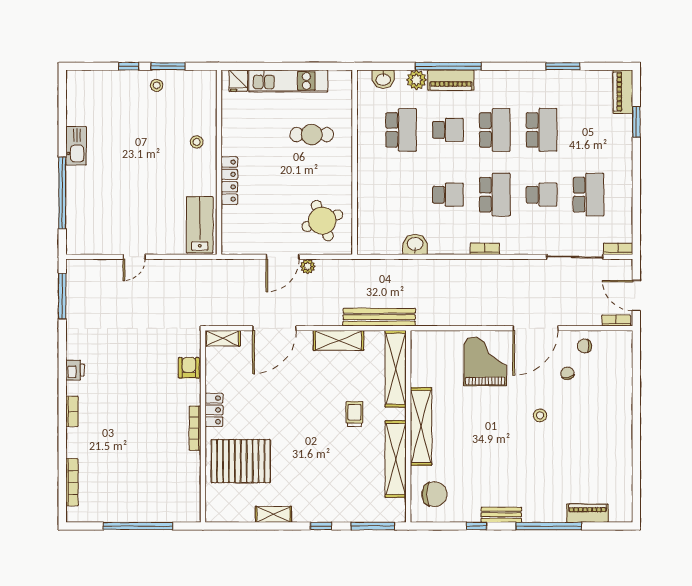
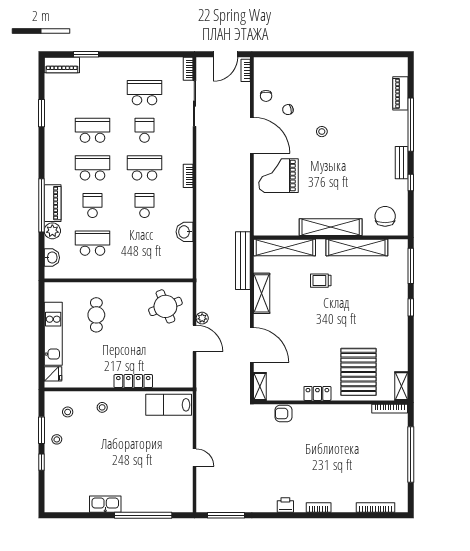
stool: (191, 99) -> (68, 412), added
bookcase: (195, 428) -> (390, 409), moved
shelving: (273, 514) -> (401, 386), moved

